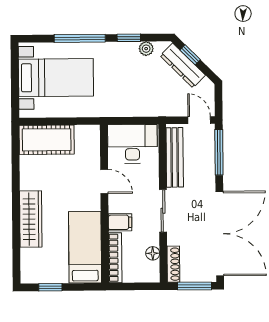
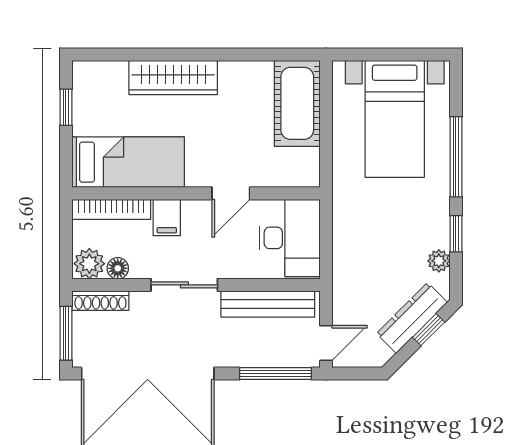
plant: (150, 271) -> (89, 264), added

